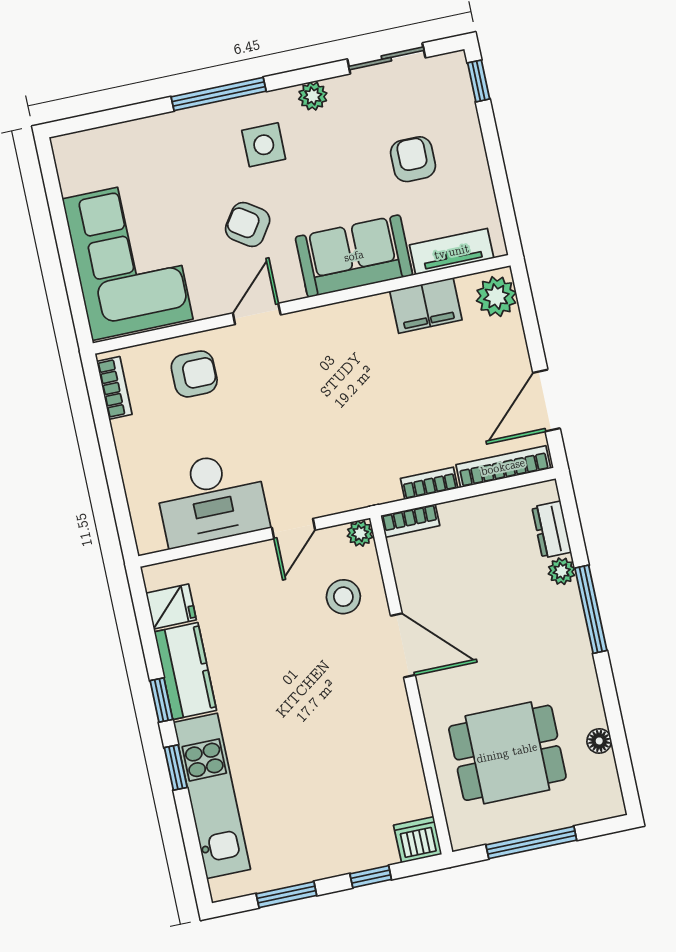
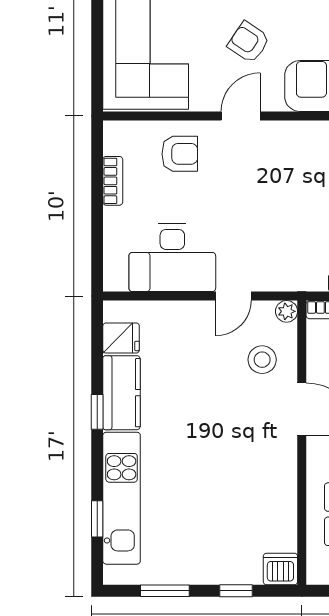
bookcase: (114, 388) -> (113, 181), moved
window: (176, 767) -> (97, 519), moved

